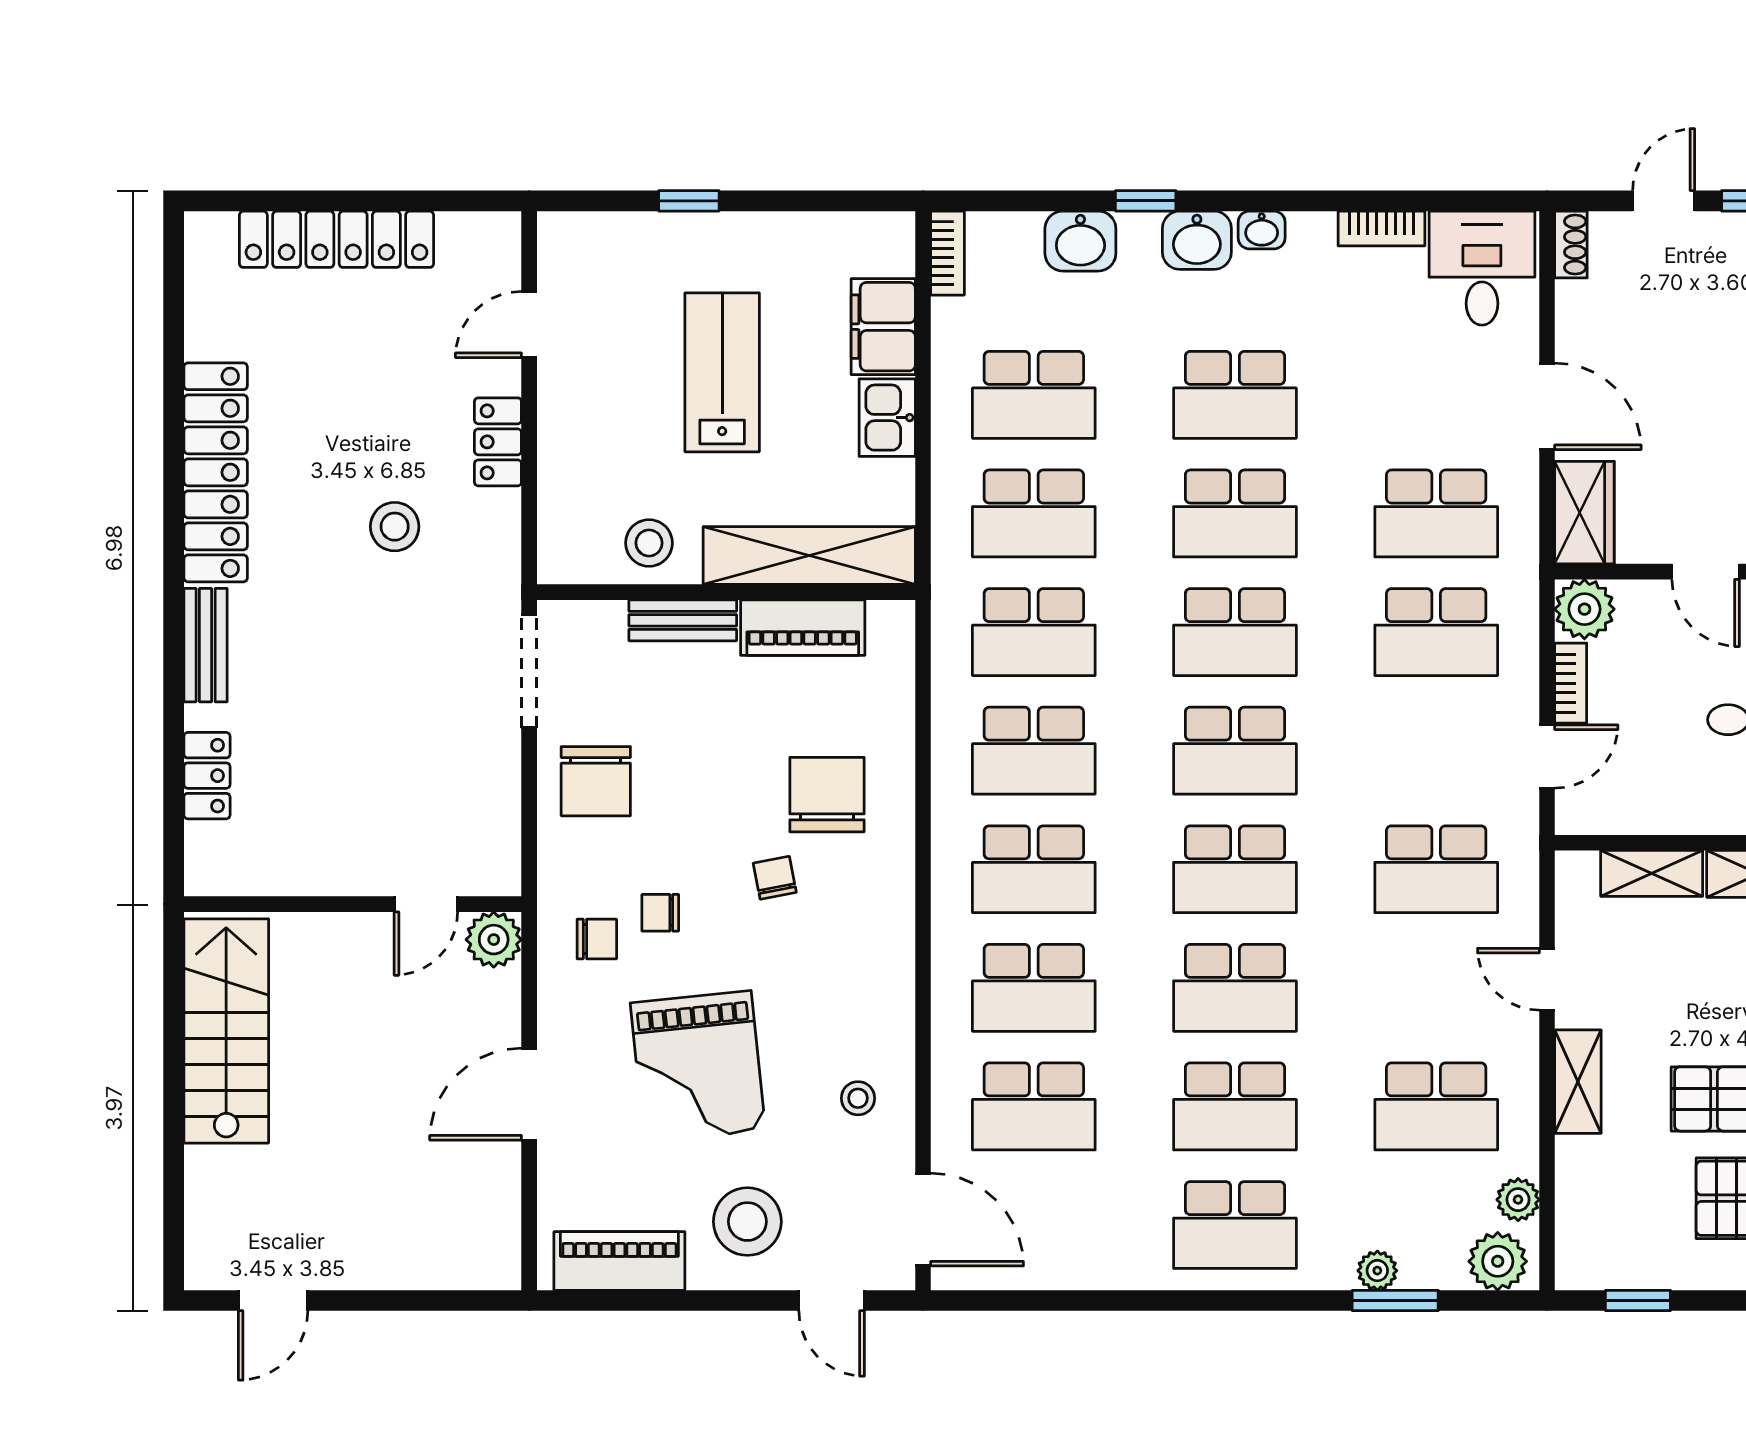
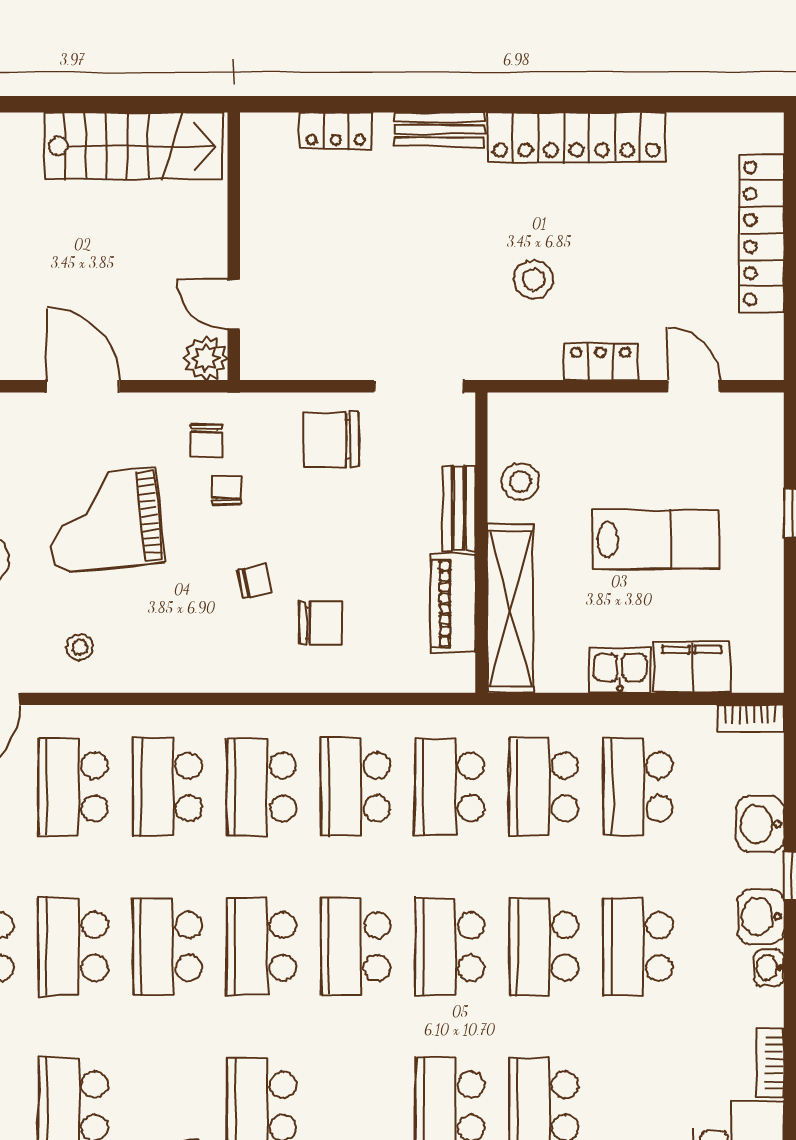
chair: (827, 795) -> (321, 623), width x0.73, depth x0.73

